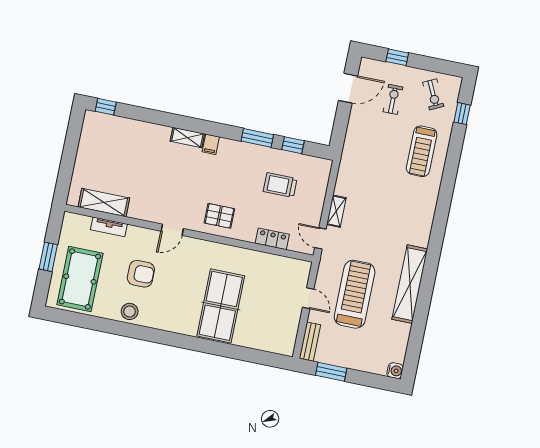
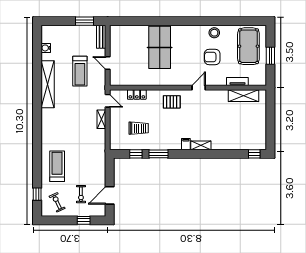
treadmill: (355, 294) -> (80, 71), width x0.73, depth x0.73
water cooler: (395, 371) -> (46, 48), moved

